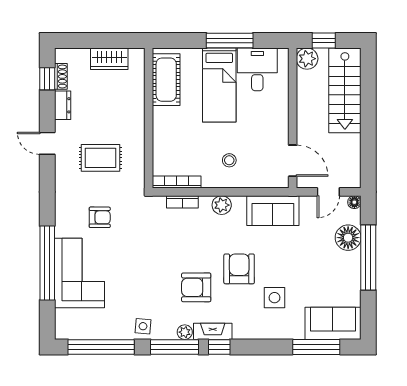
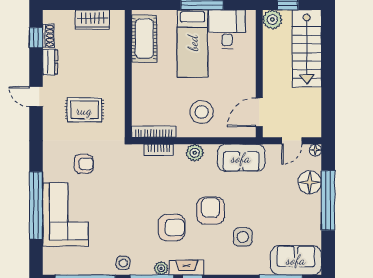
stool: (229, 160) -> (202, 112), width x1.89, depth x1.89
door: (293, 161) -> (259, 112), swing flipped
armchair: (196, 287) -> (172, 228), turned 180

